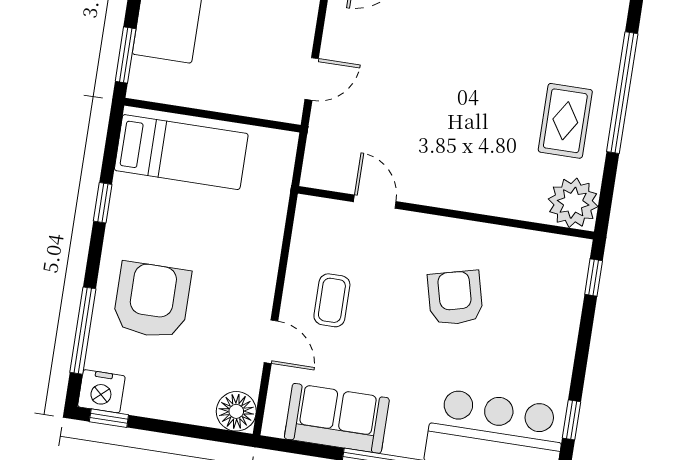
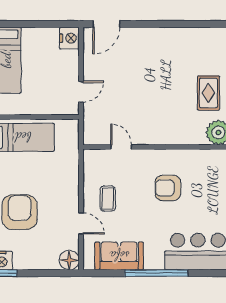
armchair: (455, 298) -> (168, 188), turned -76

